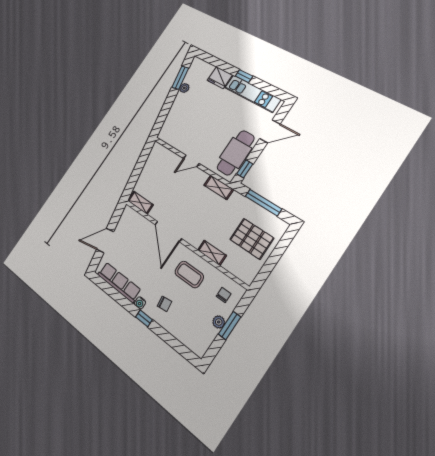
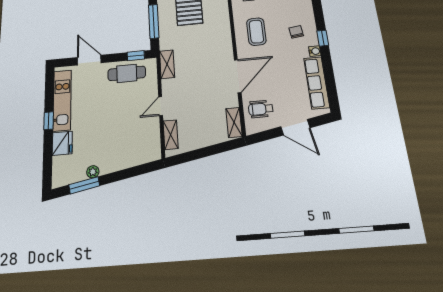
cafe table: (236, 153) -> (127, 73), width x0.73, depth x0.74
door: (191, 161) -> (161, 106), swing flipped
wheelchair: (134, 228) -> (261, 109), added
shelving: (212, 253) -> (171, 135), moved

